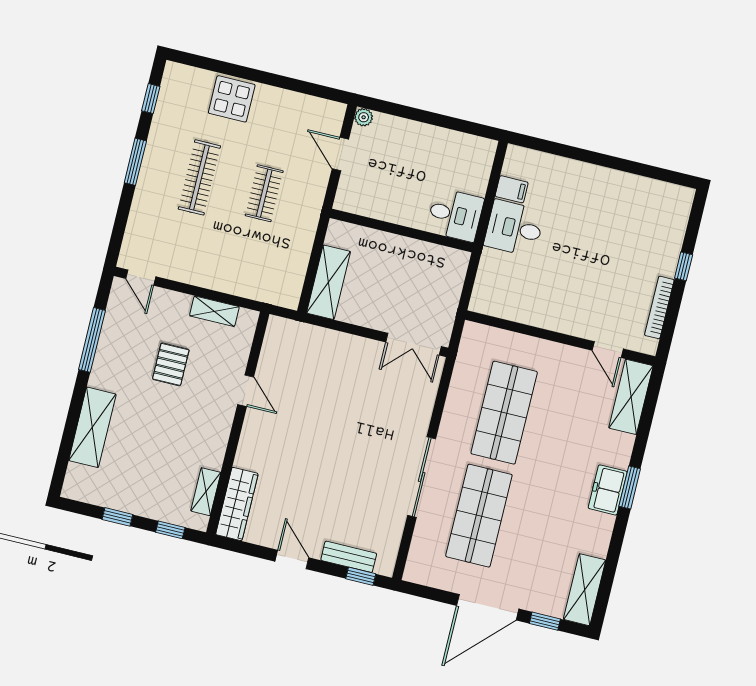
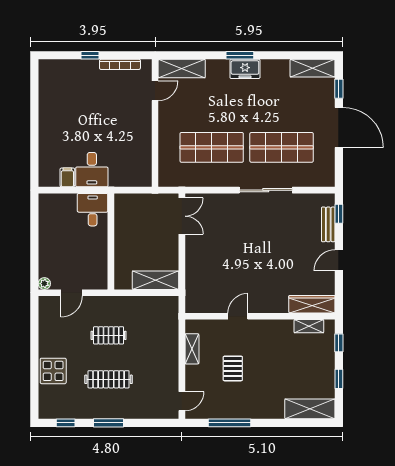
pallet: (171, 364) -> (233, 368), turned 90
shelving: (92, 427) -> (310, 409), moved

